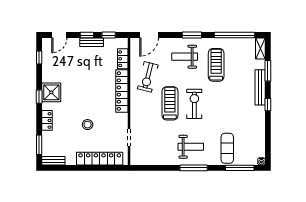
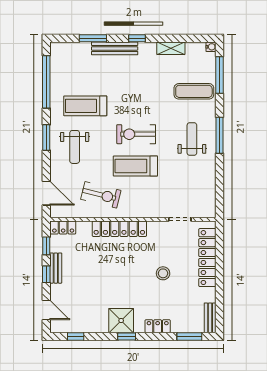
shelving: (260, 48) -> (171, 48), moved
locker: (123, 59) -> (63, 227), moved

